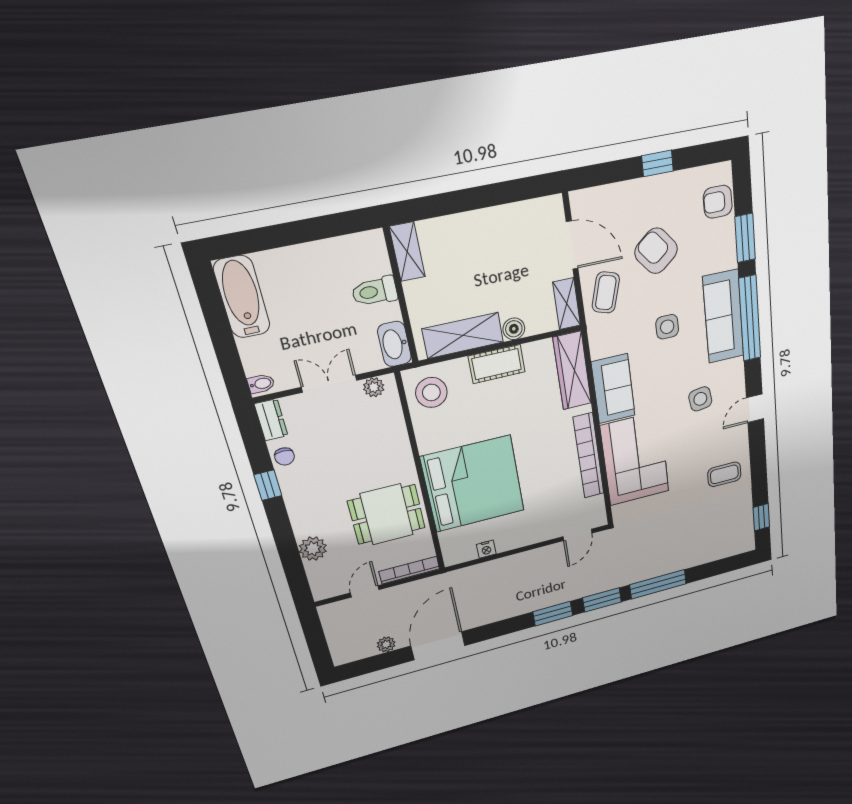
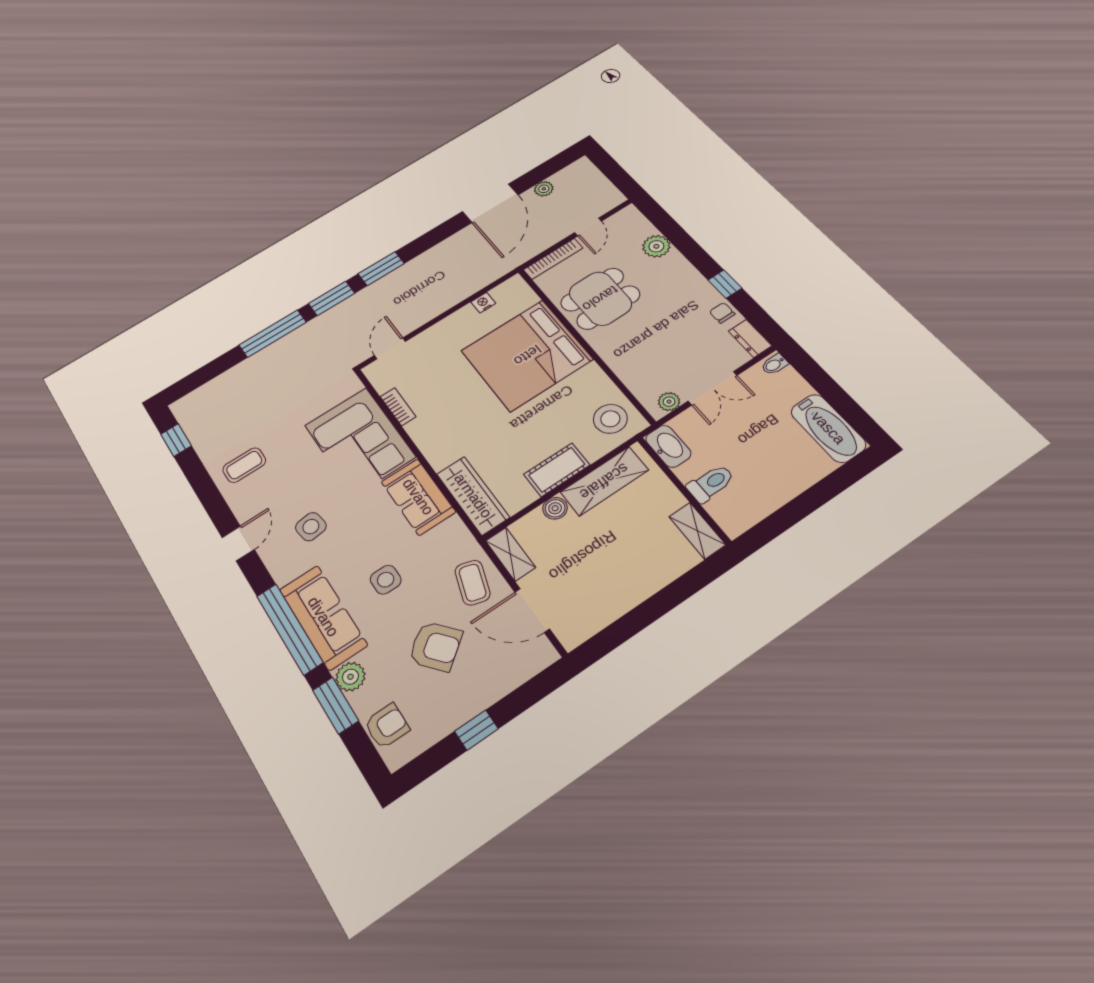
plant: (725, 256) -> (350, 677), added
bookcase: (589, 456) -> (398, 407), width x0.43, depth x0.76

